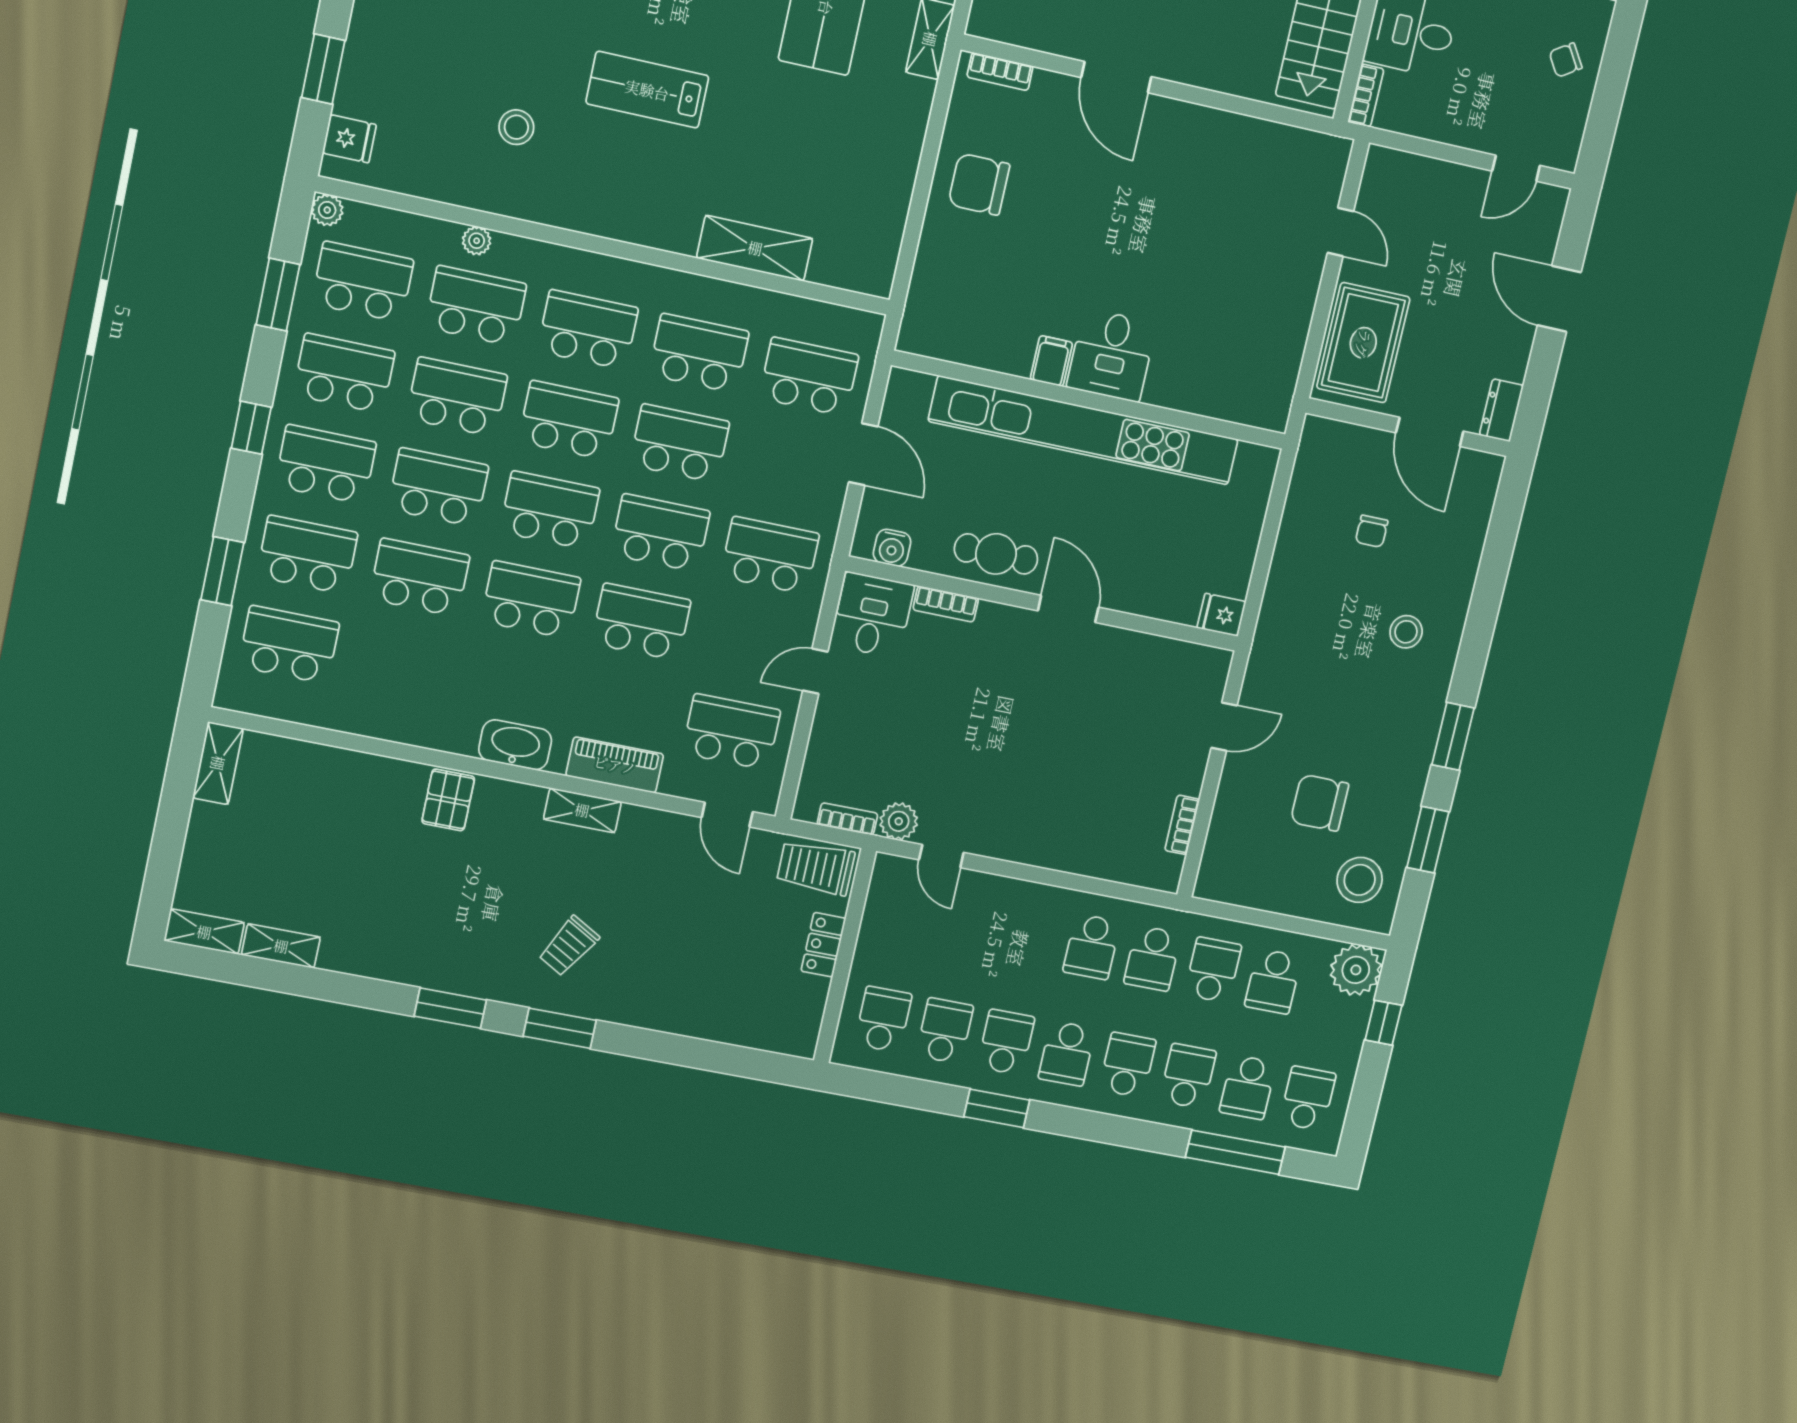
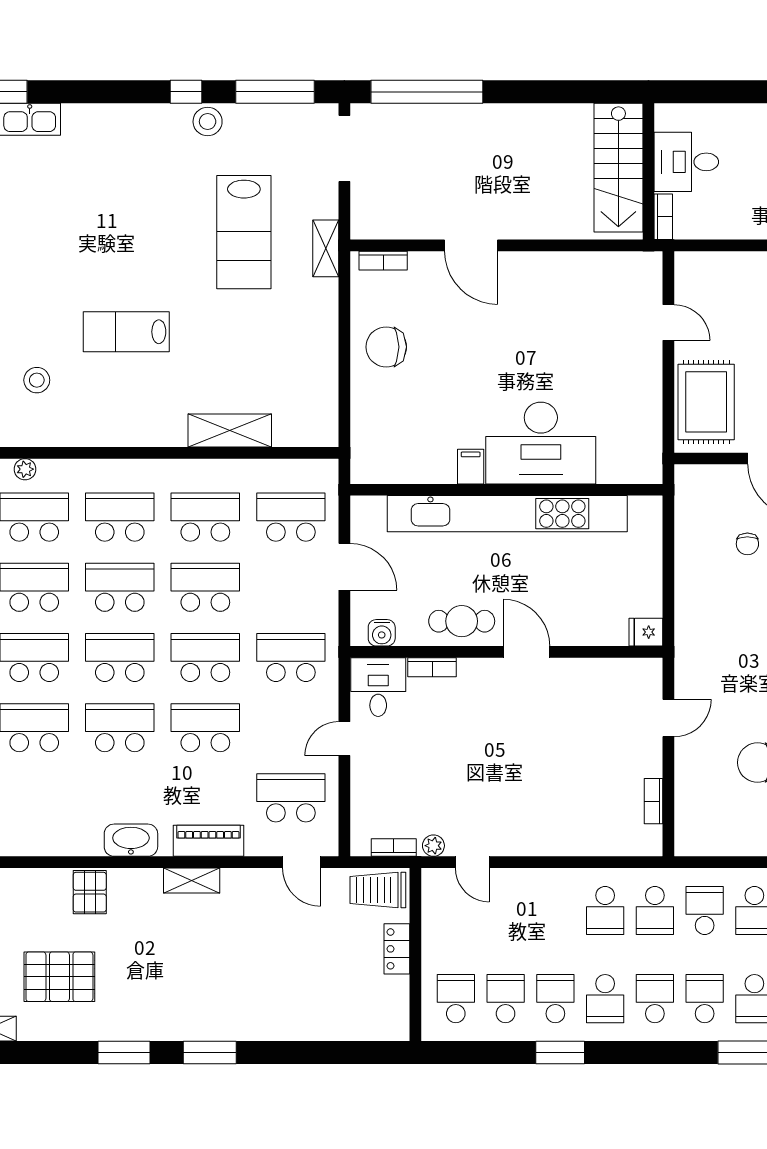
desk: (1112, 355) -> (541, 443), width x1.87, depth x1.30
plant: (899, 821) -> (433, 846), width x0.73, depth x0.73
pallet: (387, 898) -> (59, 977), added
trolley: (569, 946) -> (203, 987), removed

